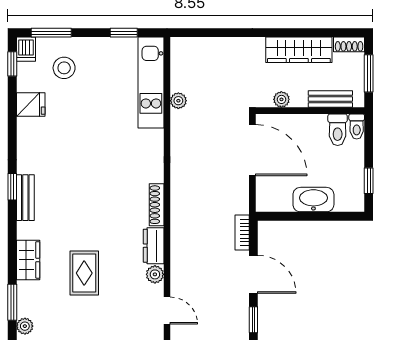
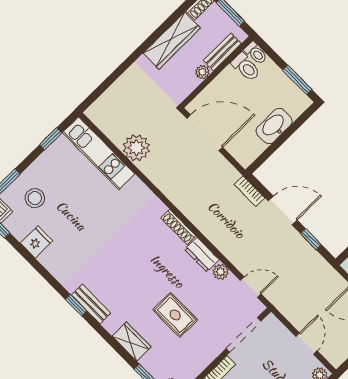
plant: (281, 99) -> (202, 72), moved
plant: (178, 101) -> (136, 148), width x1.88, depth x1.88
window: (369, 181) -> (297, 80), width x1.50

